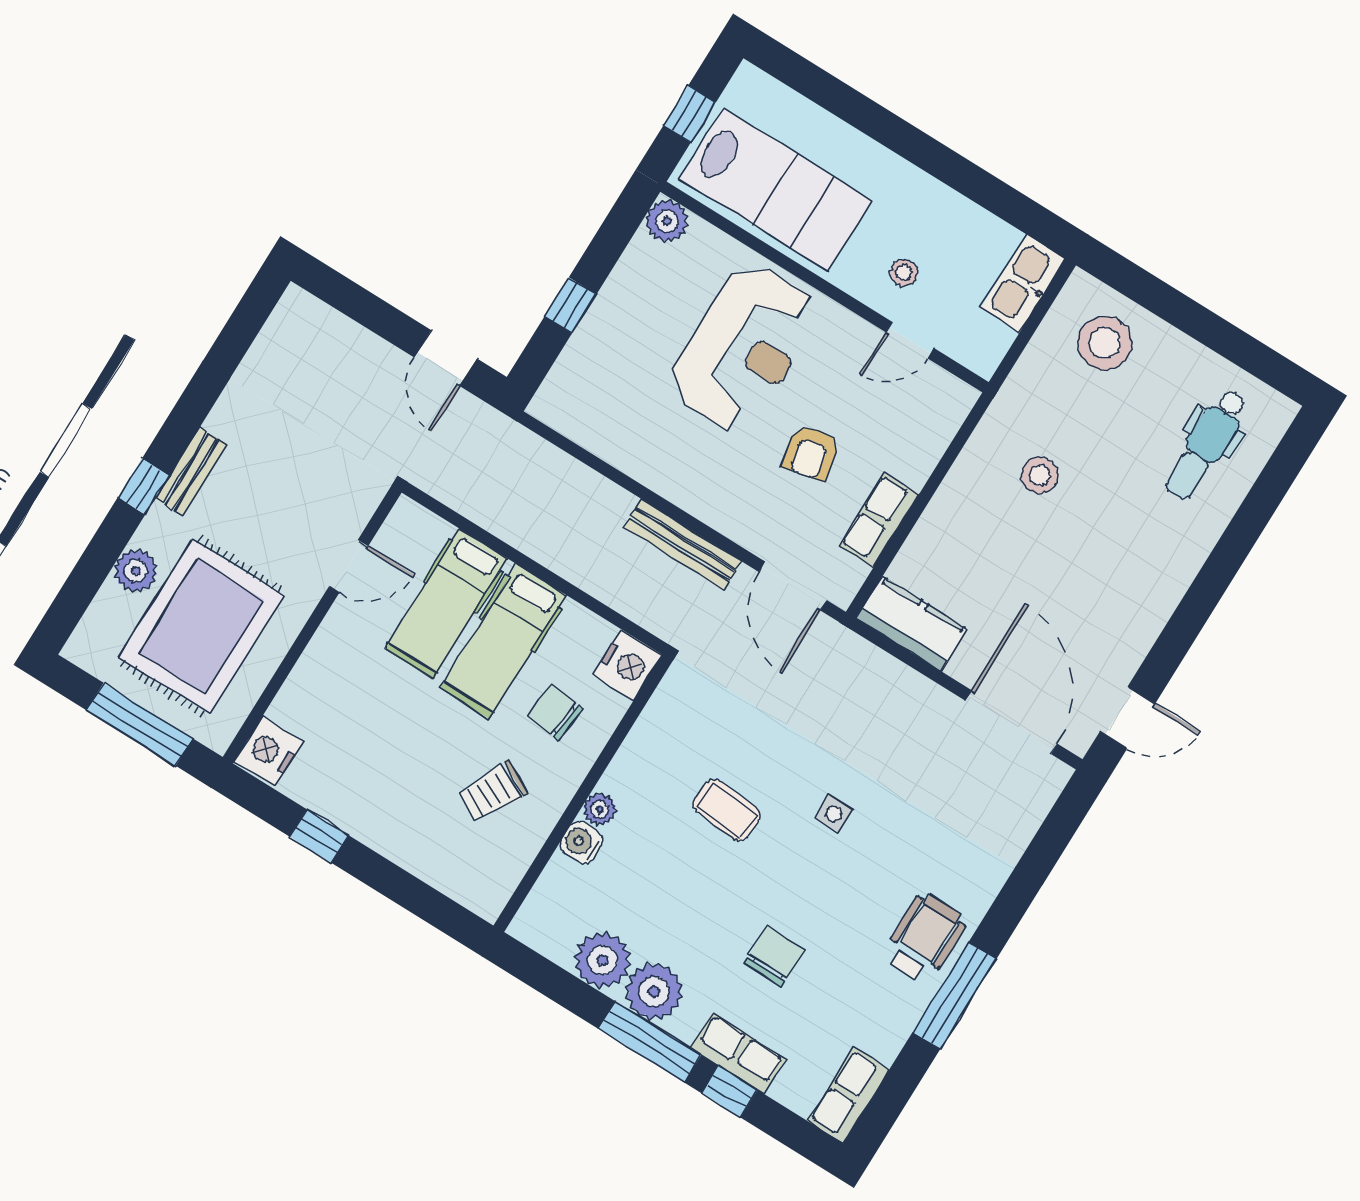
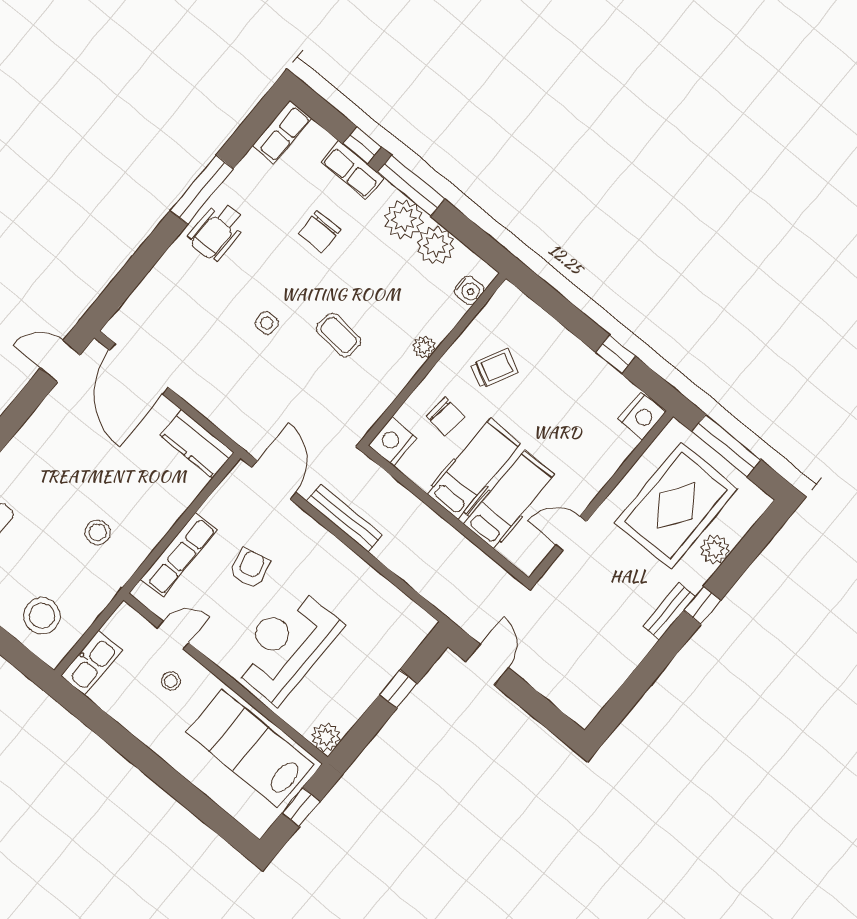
row of seats: (879, 520) -> (179, 554), moved, width x1.48
water cooler: (581, 842) -> (469, 290), moved

